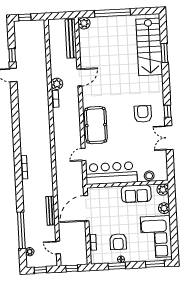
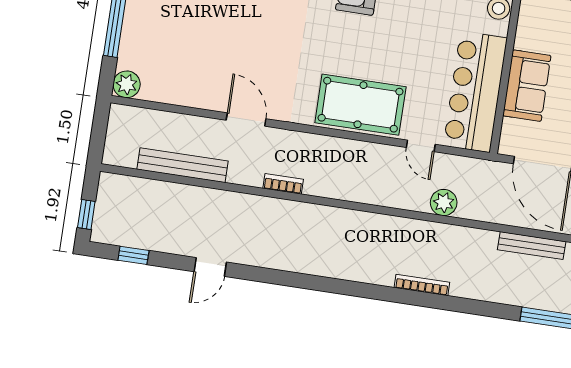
bench: (71, 39) -> (182, 165), moved
window: (12, 55) -> (133, 255), moved
plant: (57, 84) -> (444, 203), moved
sofa: (136, 194) -> (527, 86), moved

